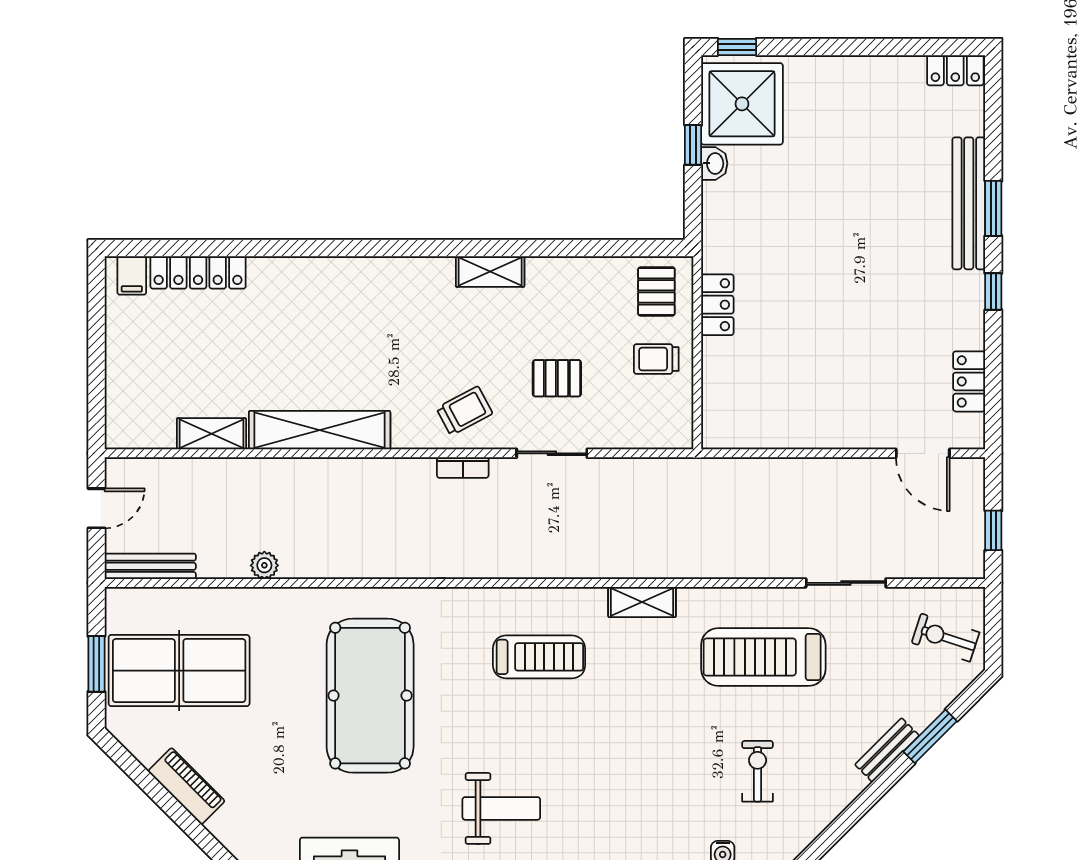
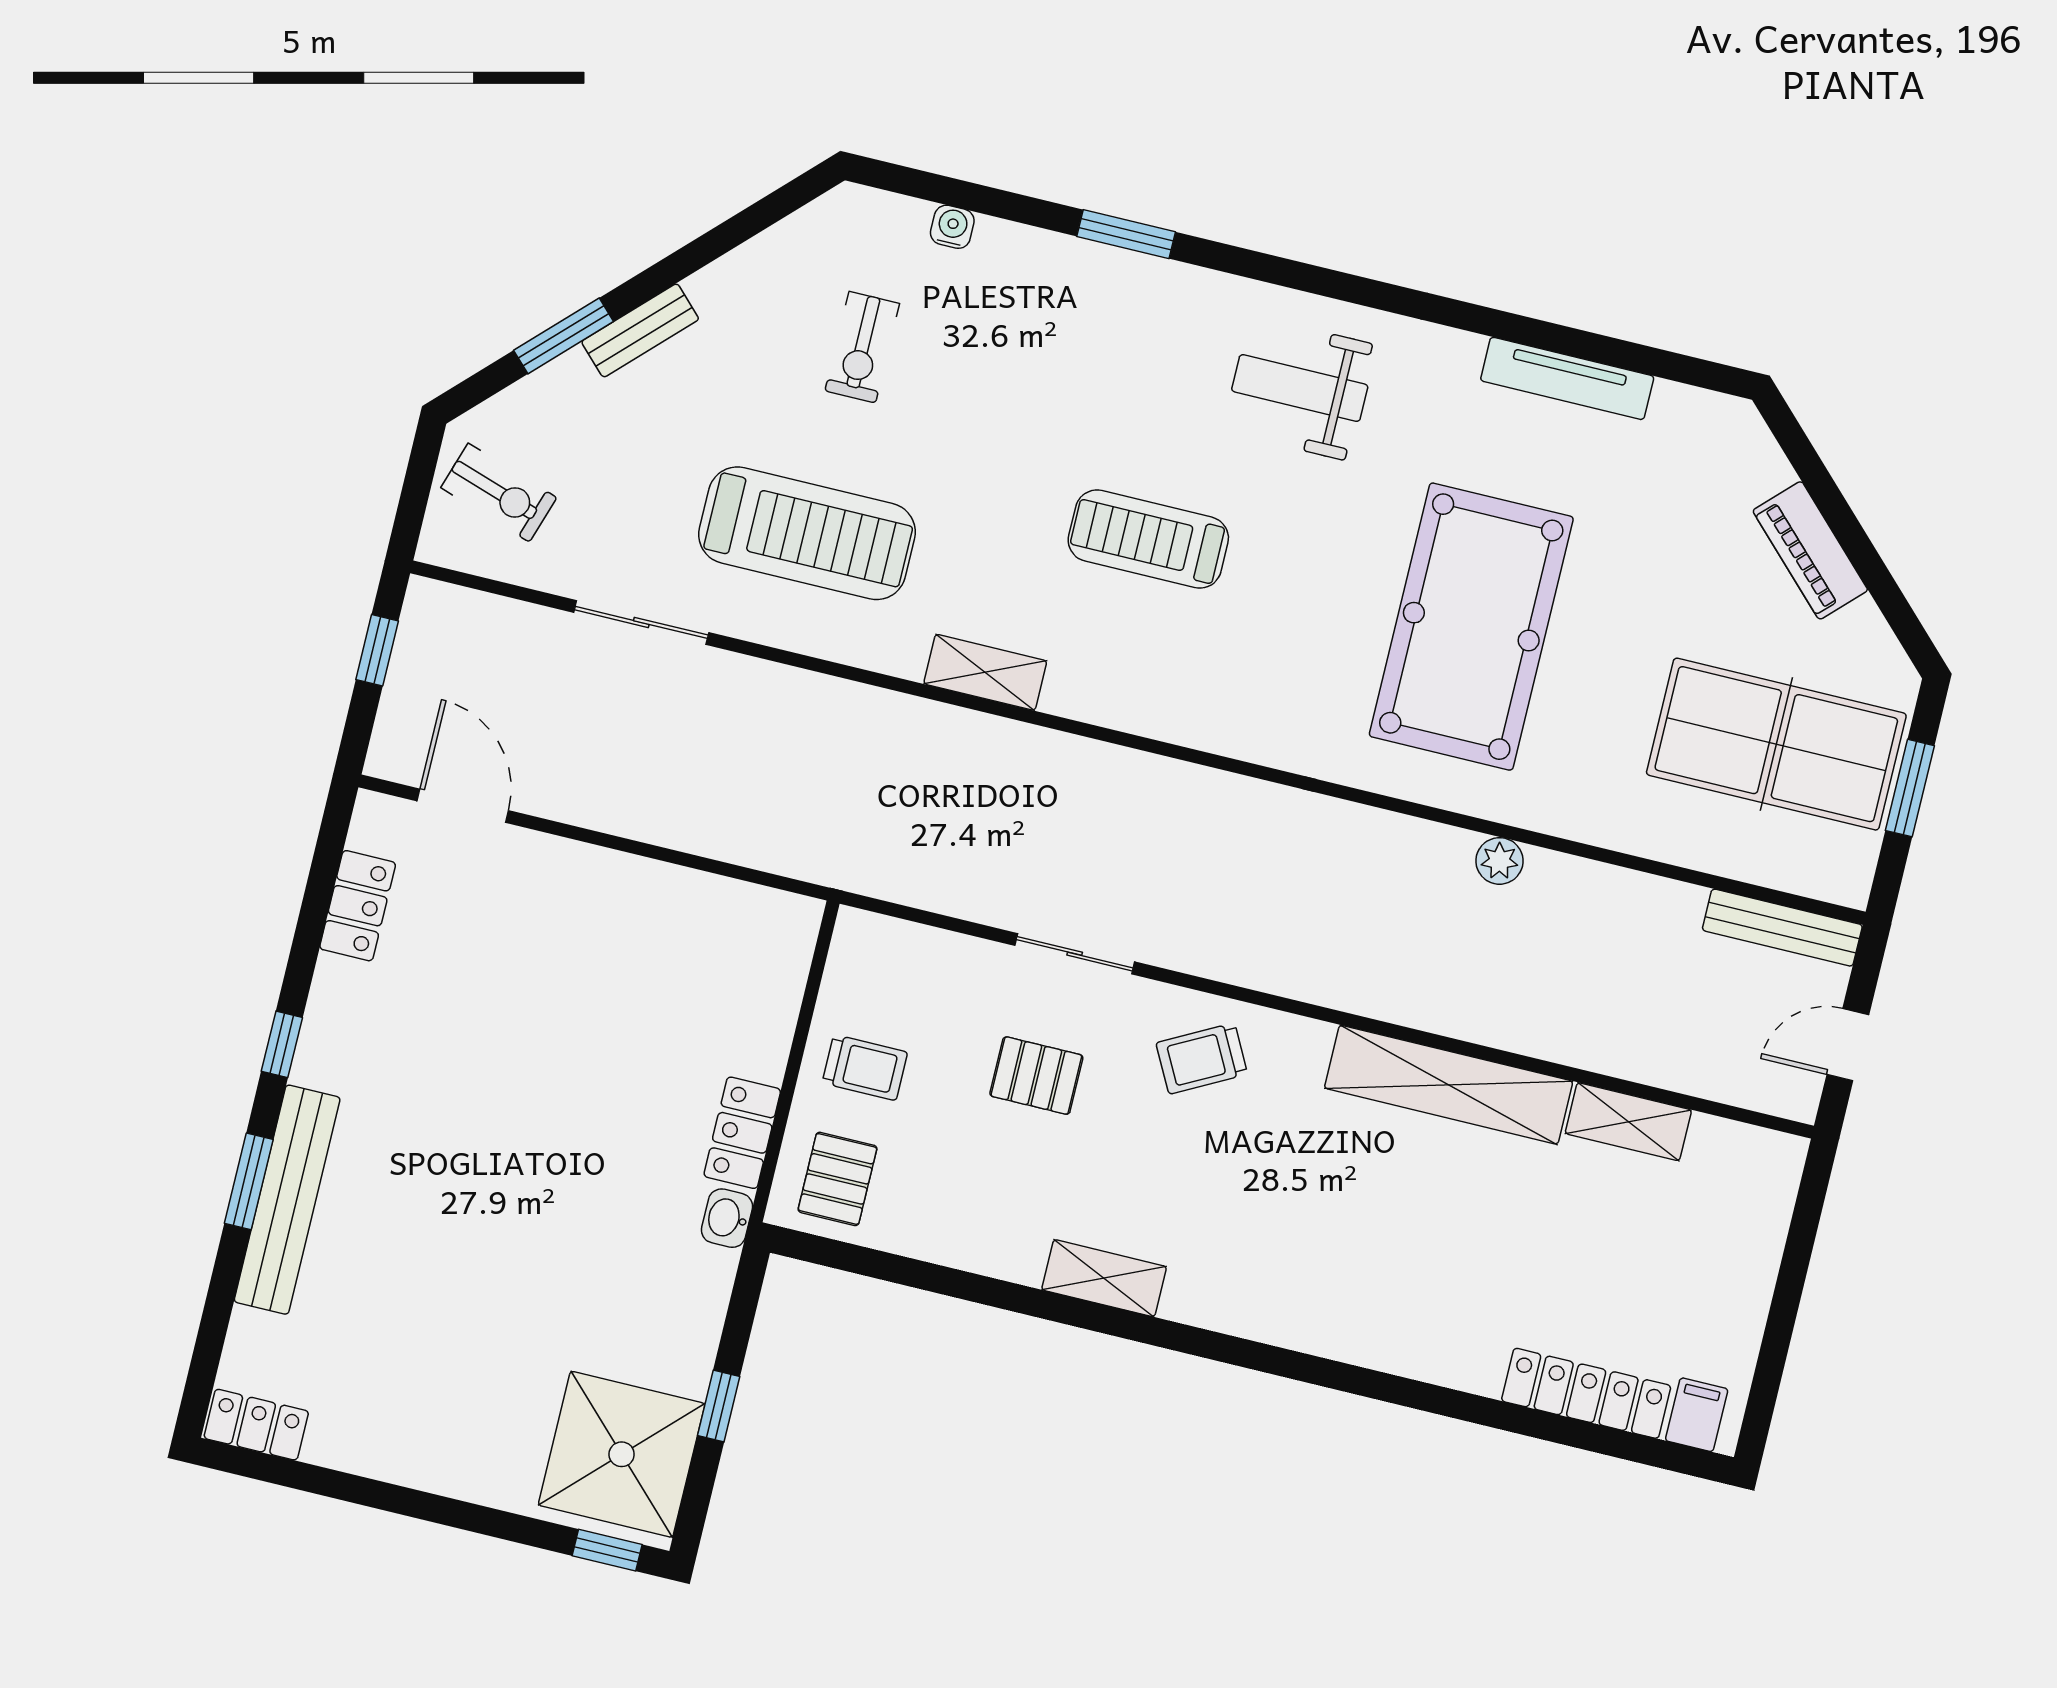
washbasin: (714, 163) -> (727, 1218), moved
bookcase: (463, 467) -> (1227, 966), removed
plant: (264, 565) -> (1499, 861), moved
treadmill: (539, 657) -> (1148, 539), moved

